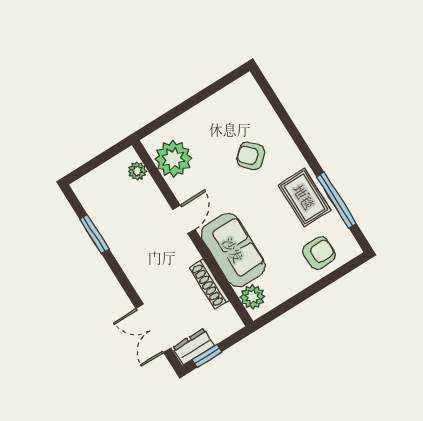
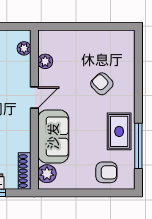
plant: (173, 159) -> (45, 61), width x0.53, depth x0.53
shoe rack: (209, 284) -> (25, 171), moved

